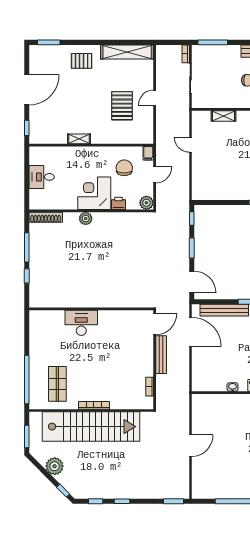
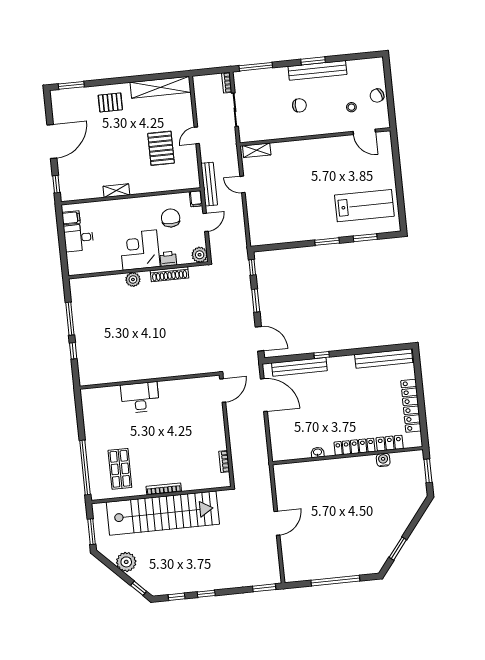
shelving: (223, 116) -> (257, 150), moved
filing cabinet: (37, 159) -> (71, 218), added
shoe rack: (46, 217) -> (169, 274), moved
bench: (161, 355) -> (209, 184), moved

